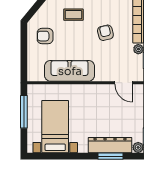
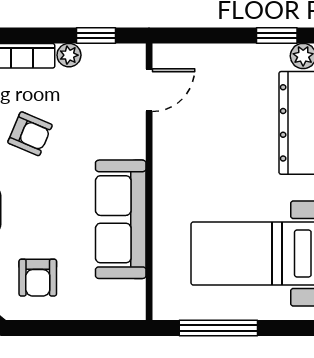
armchair: (105, 33) -> (30, 134), turned -144

